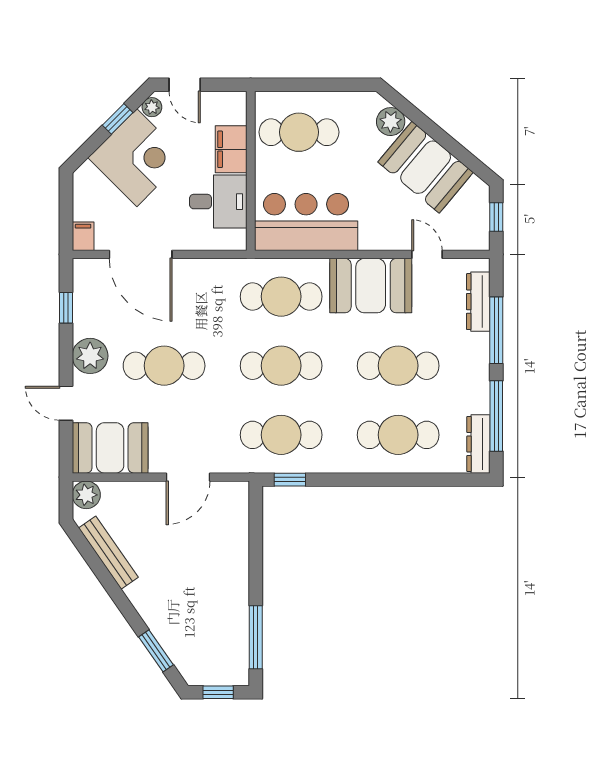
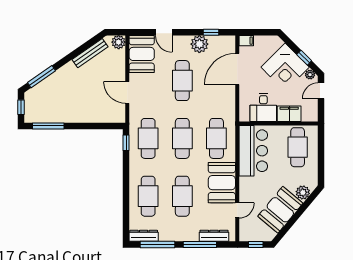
plant: (90, 356) -> (199, 44), moved
door: (66, 403) -> (164, 32), swing flipped
window: (156, 651) -> (41, 77), width x1.44

